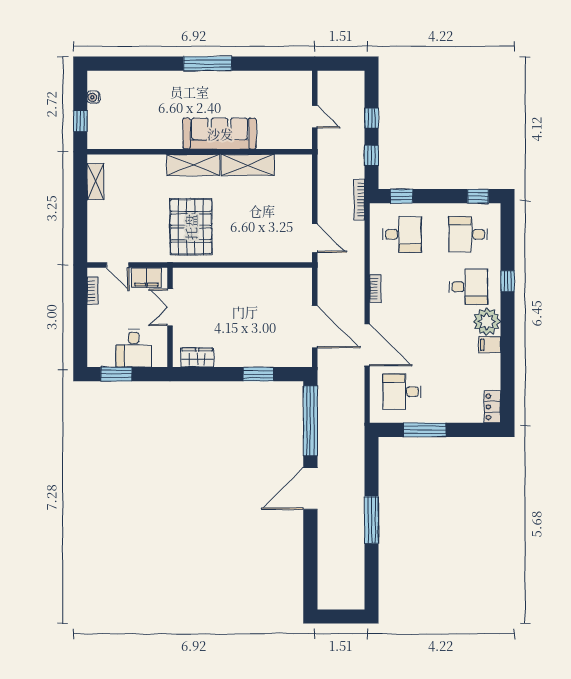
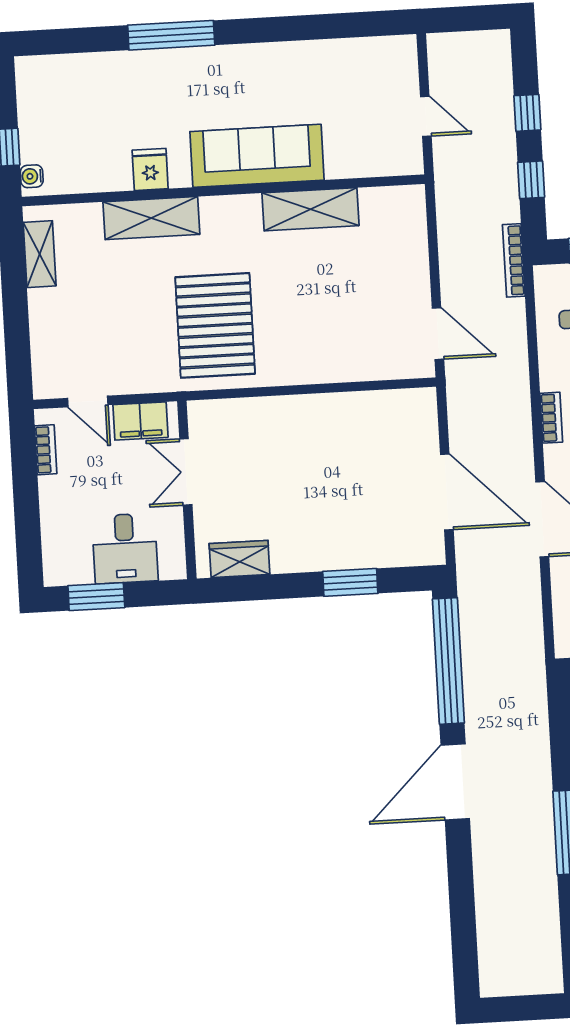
window: (208, 64) -> (171, 35), moved
water cooler: (93, 97) -> (32, 176), moved
fridge: (160, 138) -> (150, 169), added
shelving: (193, 165) -> (151, 218), moved

